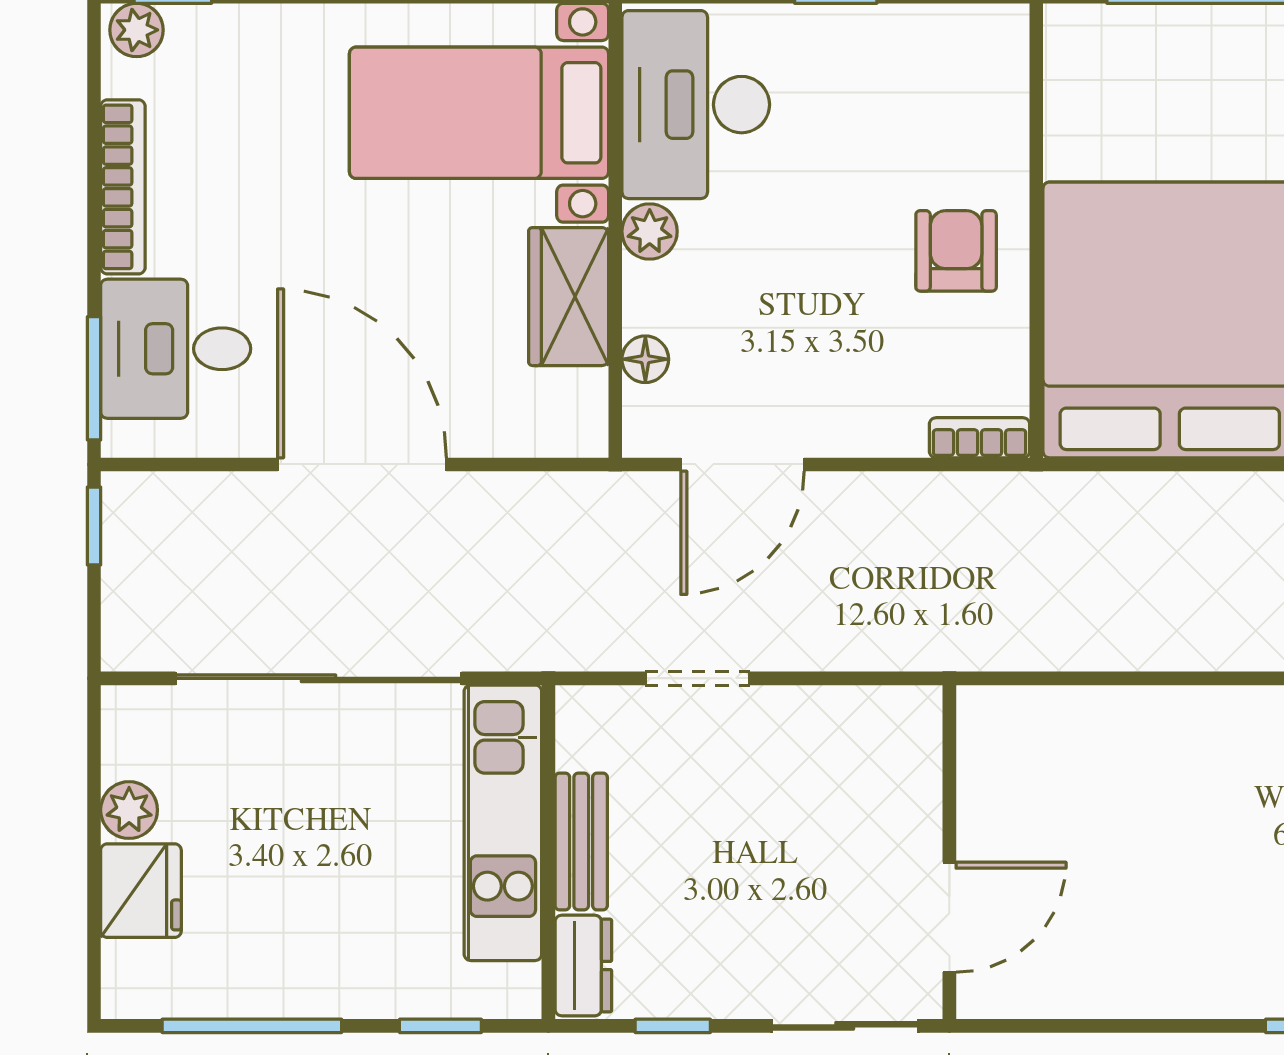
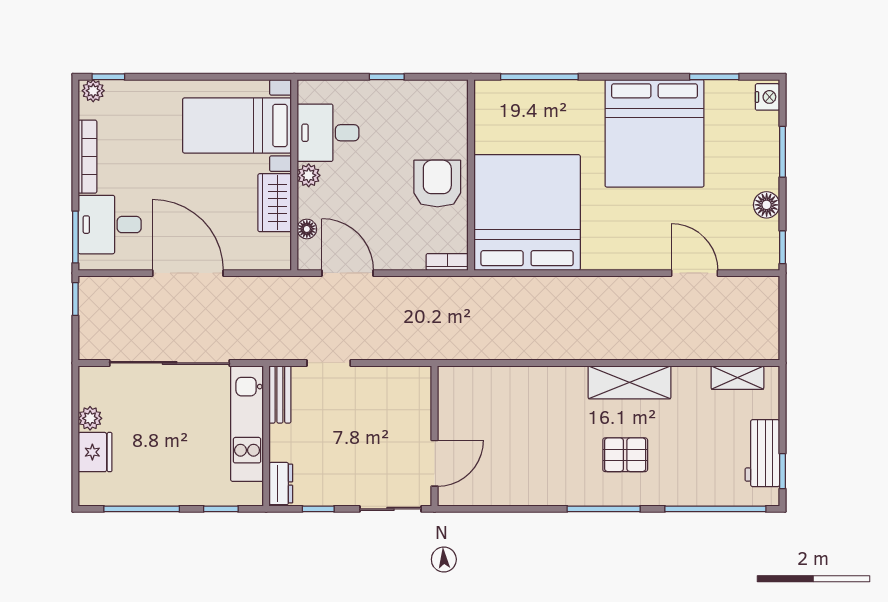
desk: (696, 105) -> (328, 133), width x0.73
armchair: (956, 251) -> (437, 183), width x1.38, depth x1.38
door: (742, 464) -> (348, 273), swing flipped
bench: (581, 841) -> (280, 394), moved

